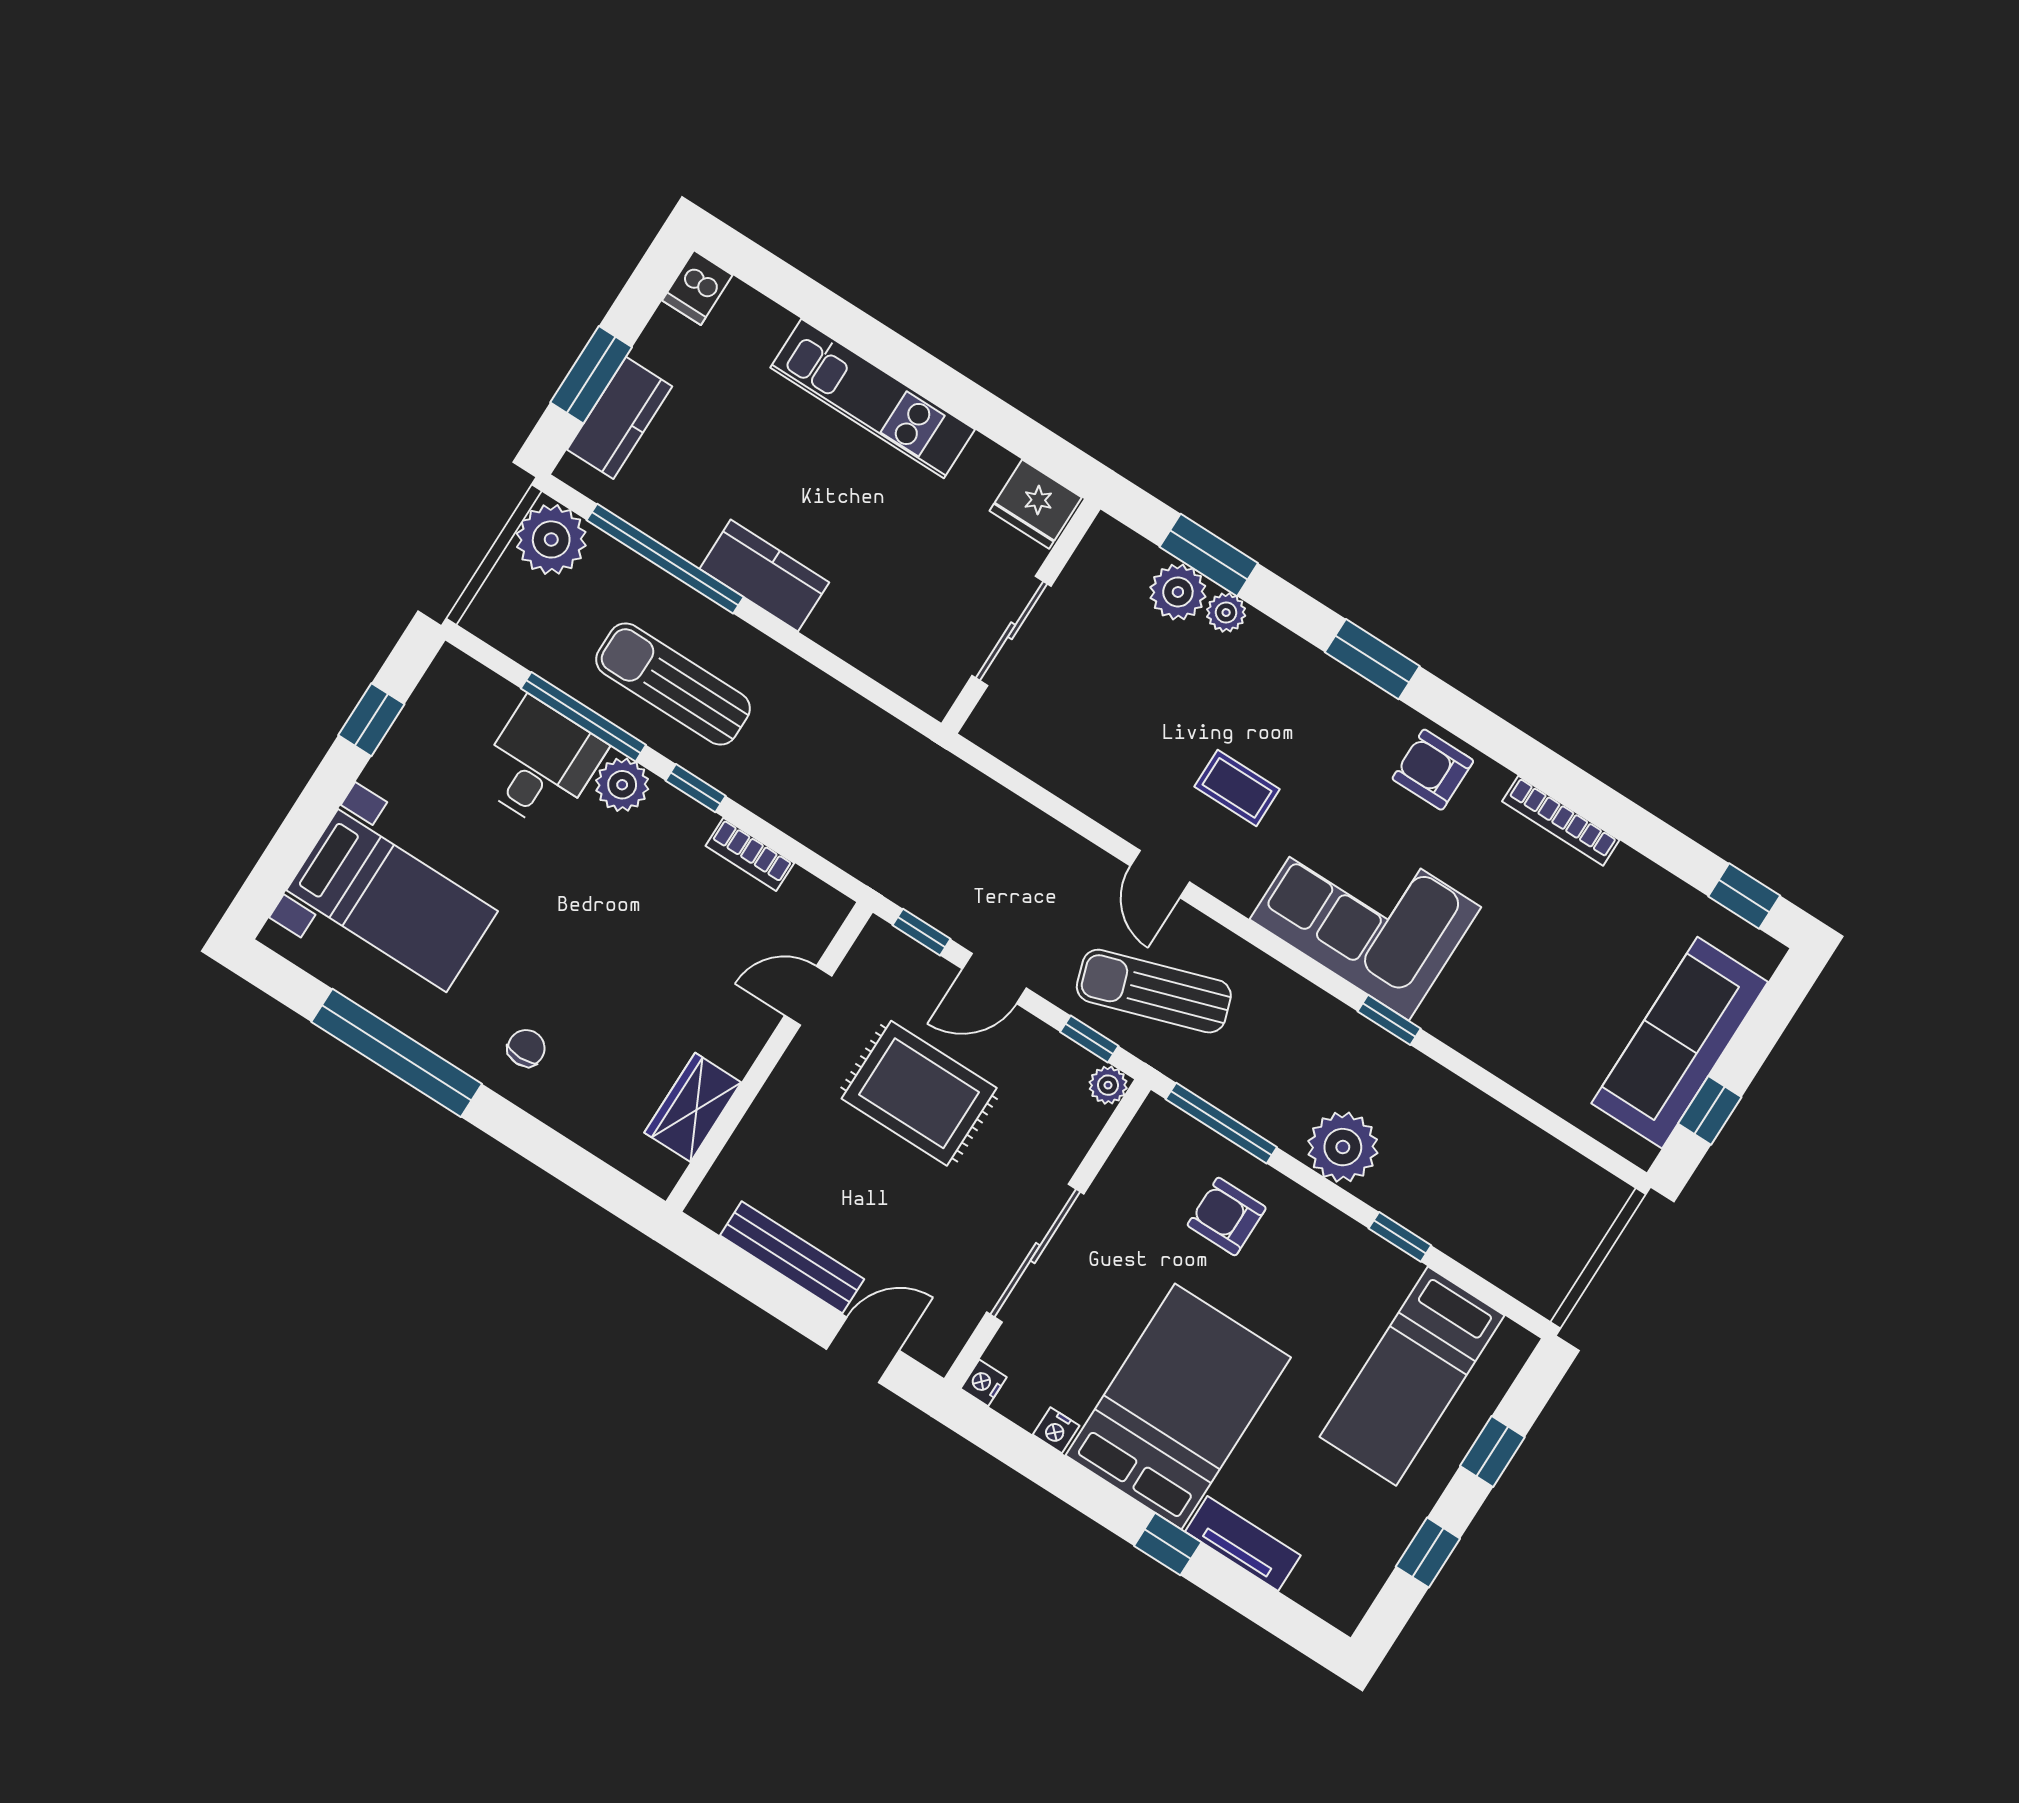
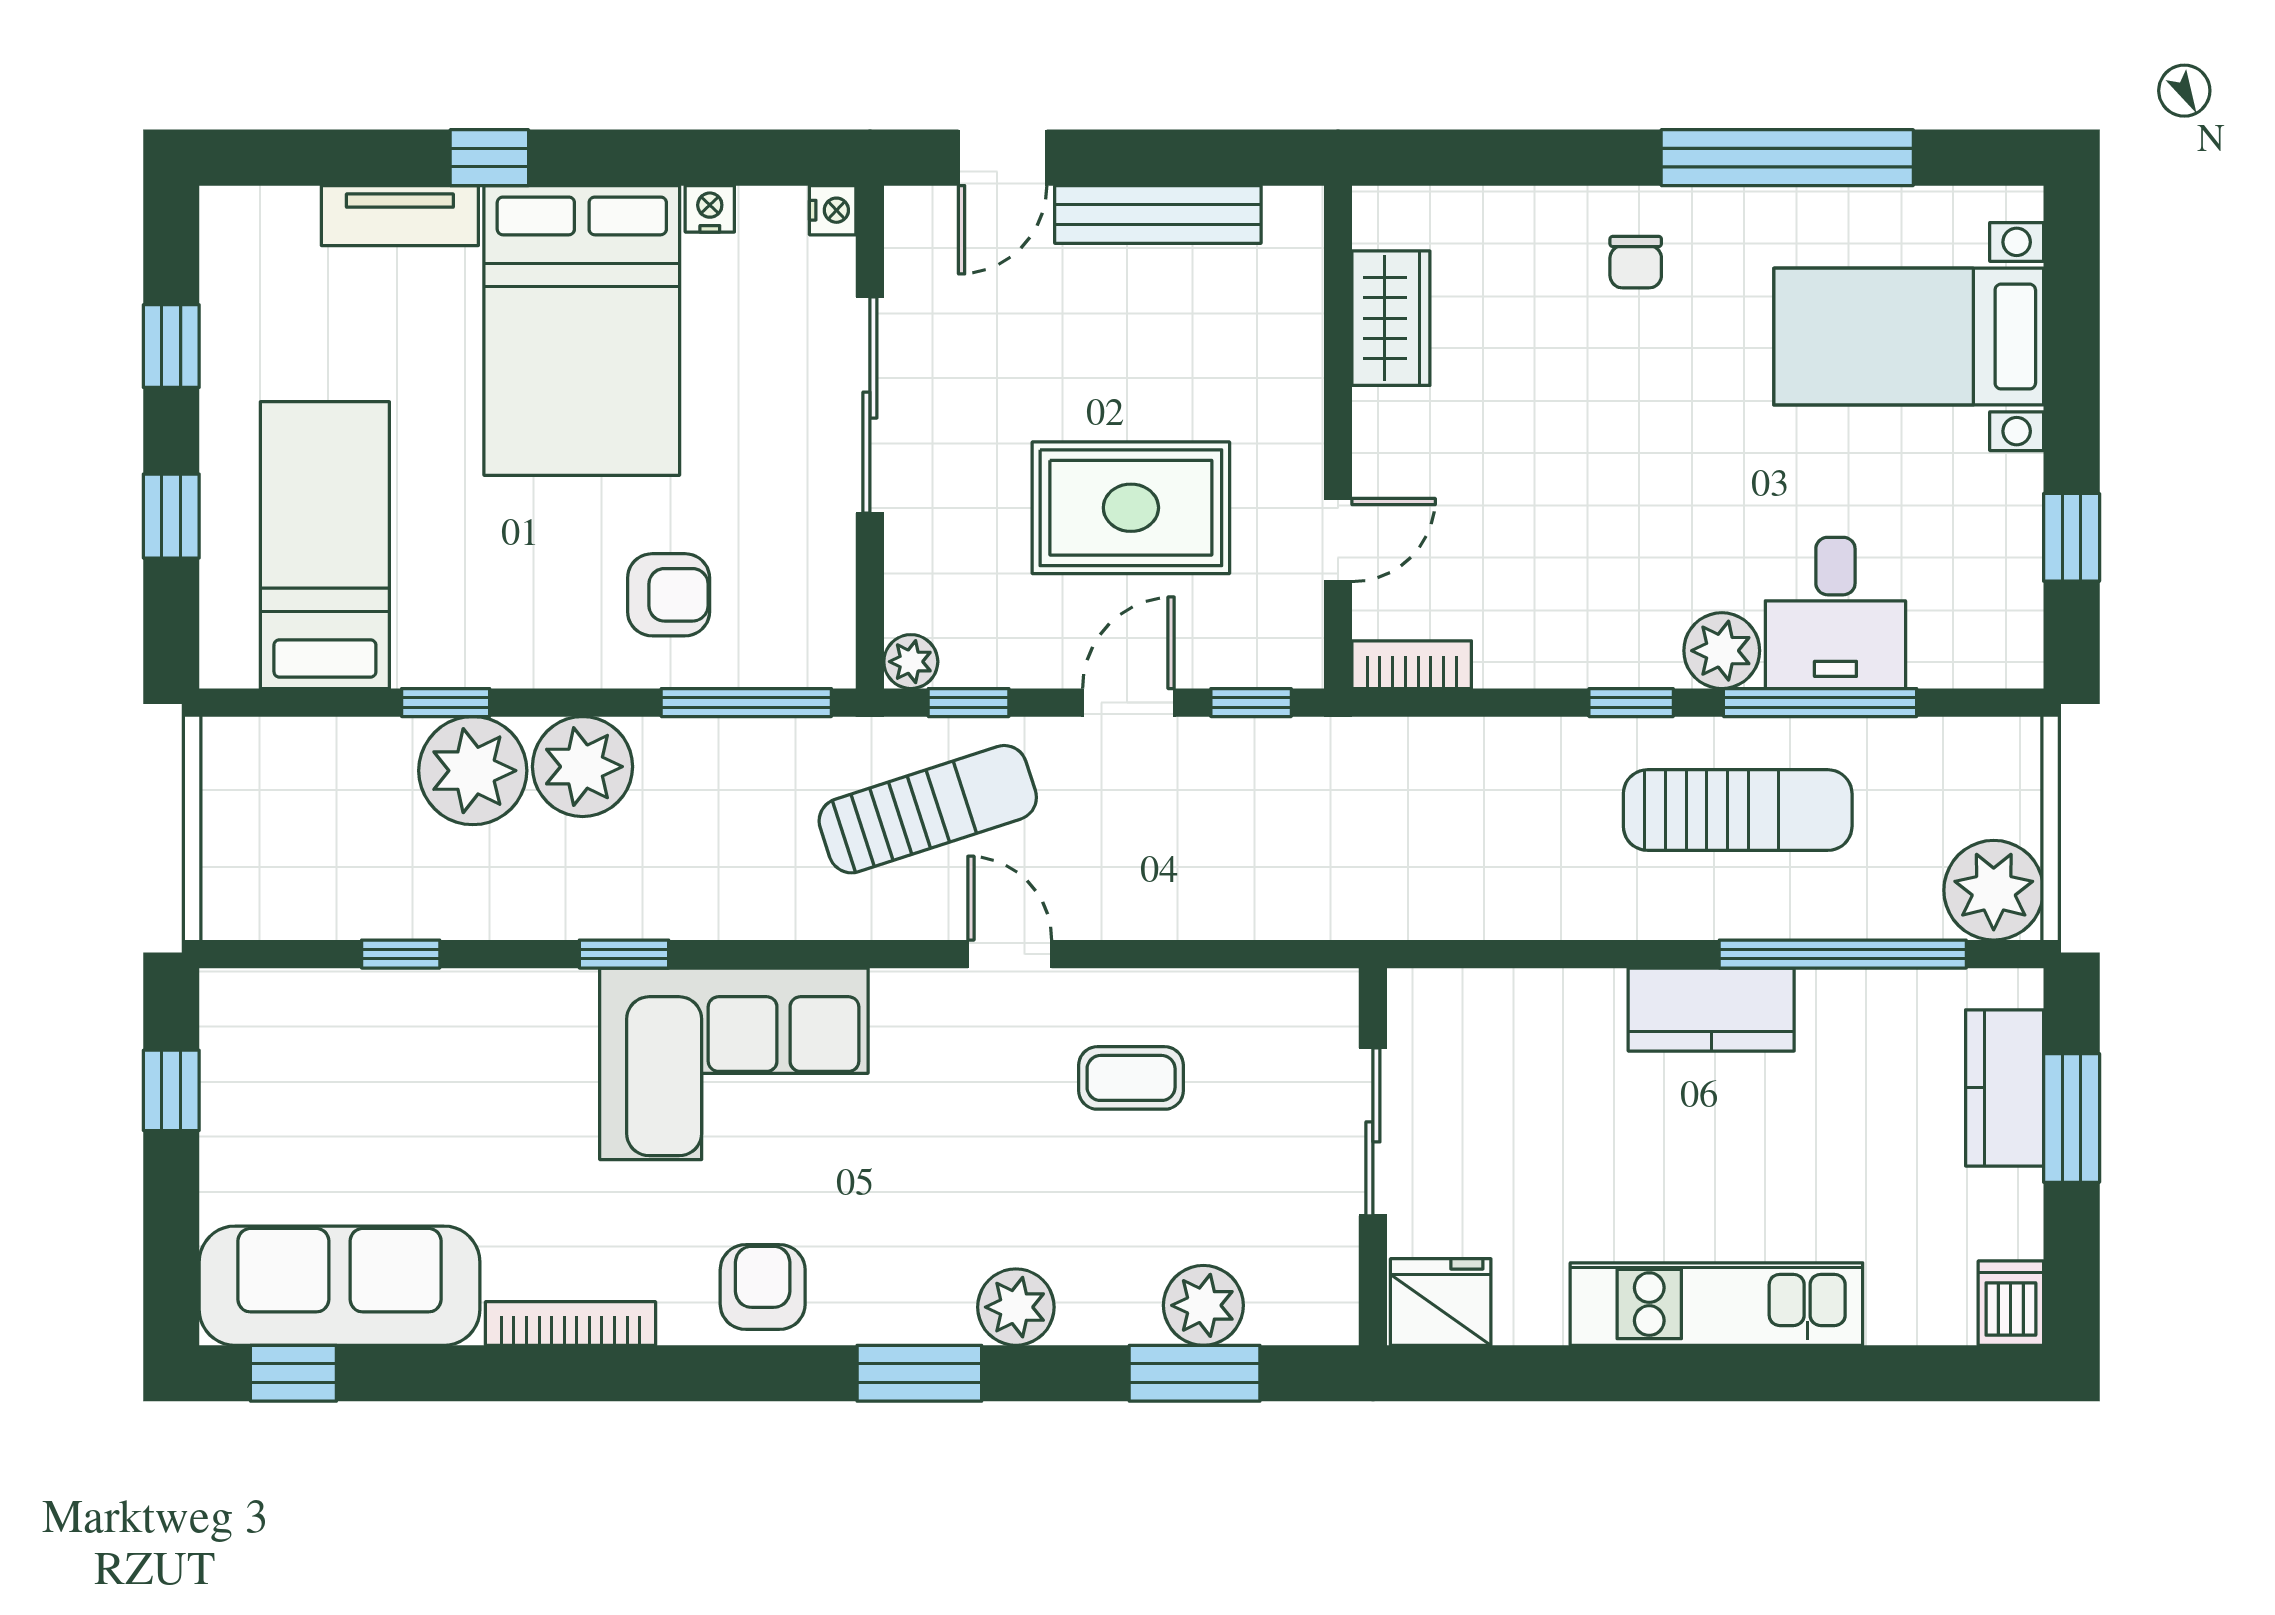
plant: (1226, 613) -> (1016, 1307), moved, width x1.38, depth x1.38
armchair: (1433, 770) -> (763, 1287), turned -90
coffee table: (1237, 788) -> (1131, 1078), moved
bookcase: (750, 854) -> (1412, 665), moved
sofa: (1680, 1043) -> (340, 1286), moved, turned -90
window: (1522, 1104) -> (401, 954), added
plant: (1410, 1186) -> (473, 771), added

